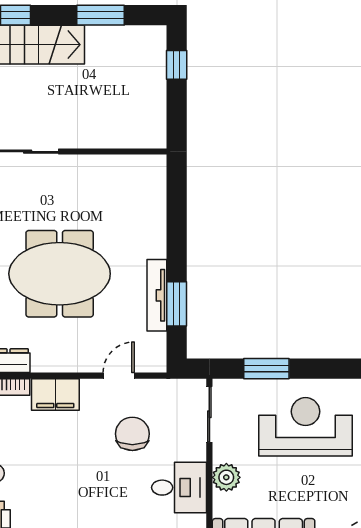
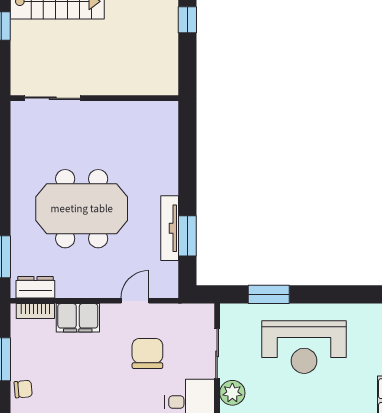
sliding door: (209, 414) -> (217, 354), moved
reception desk: (306, 427) -> (304, 347), turned 180

